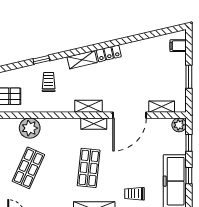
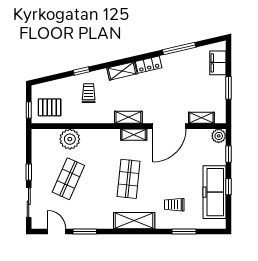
window: (139, 37) -> (179, 48), added
filing cabinet: (178, 46) -> (218, 63), width x2.00

